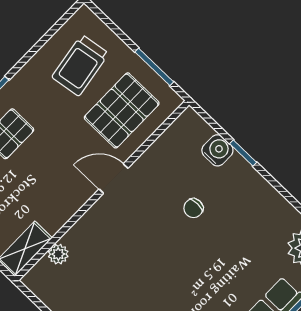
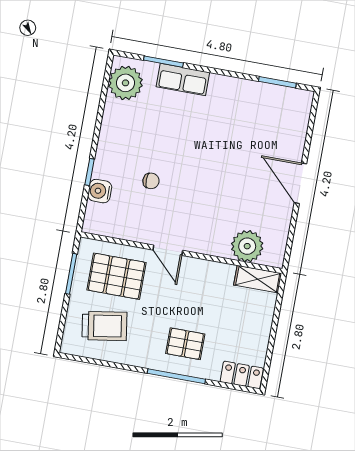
plant: (58, 254) -> (247, 246), width x1.88, depth x1.88

